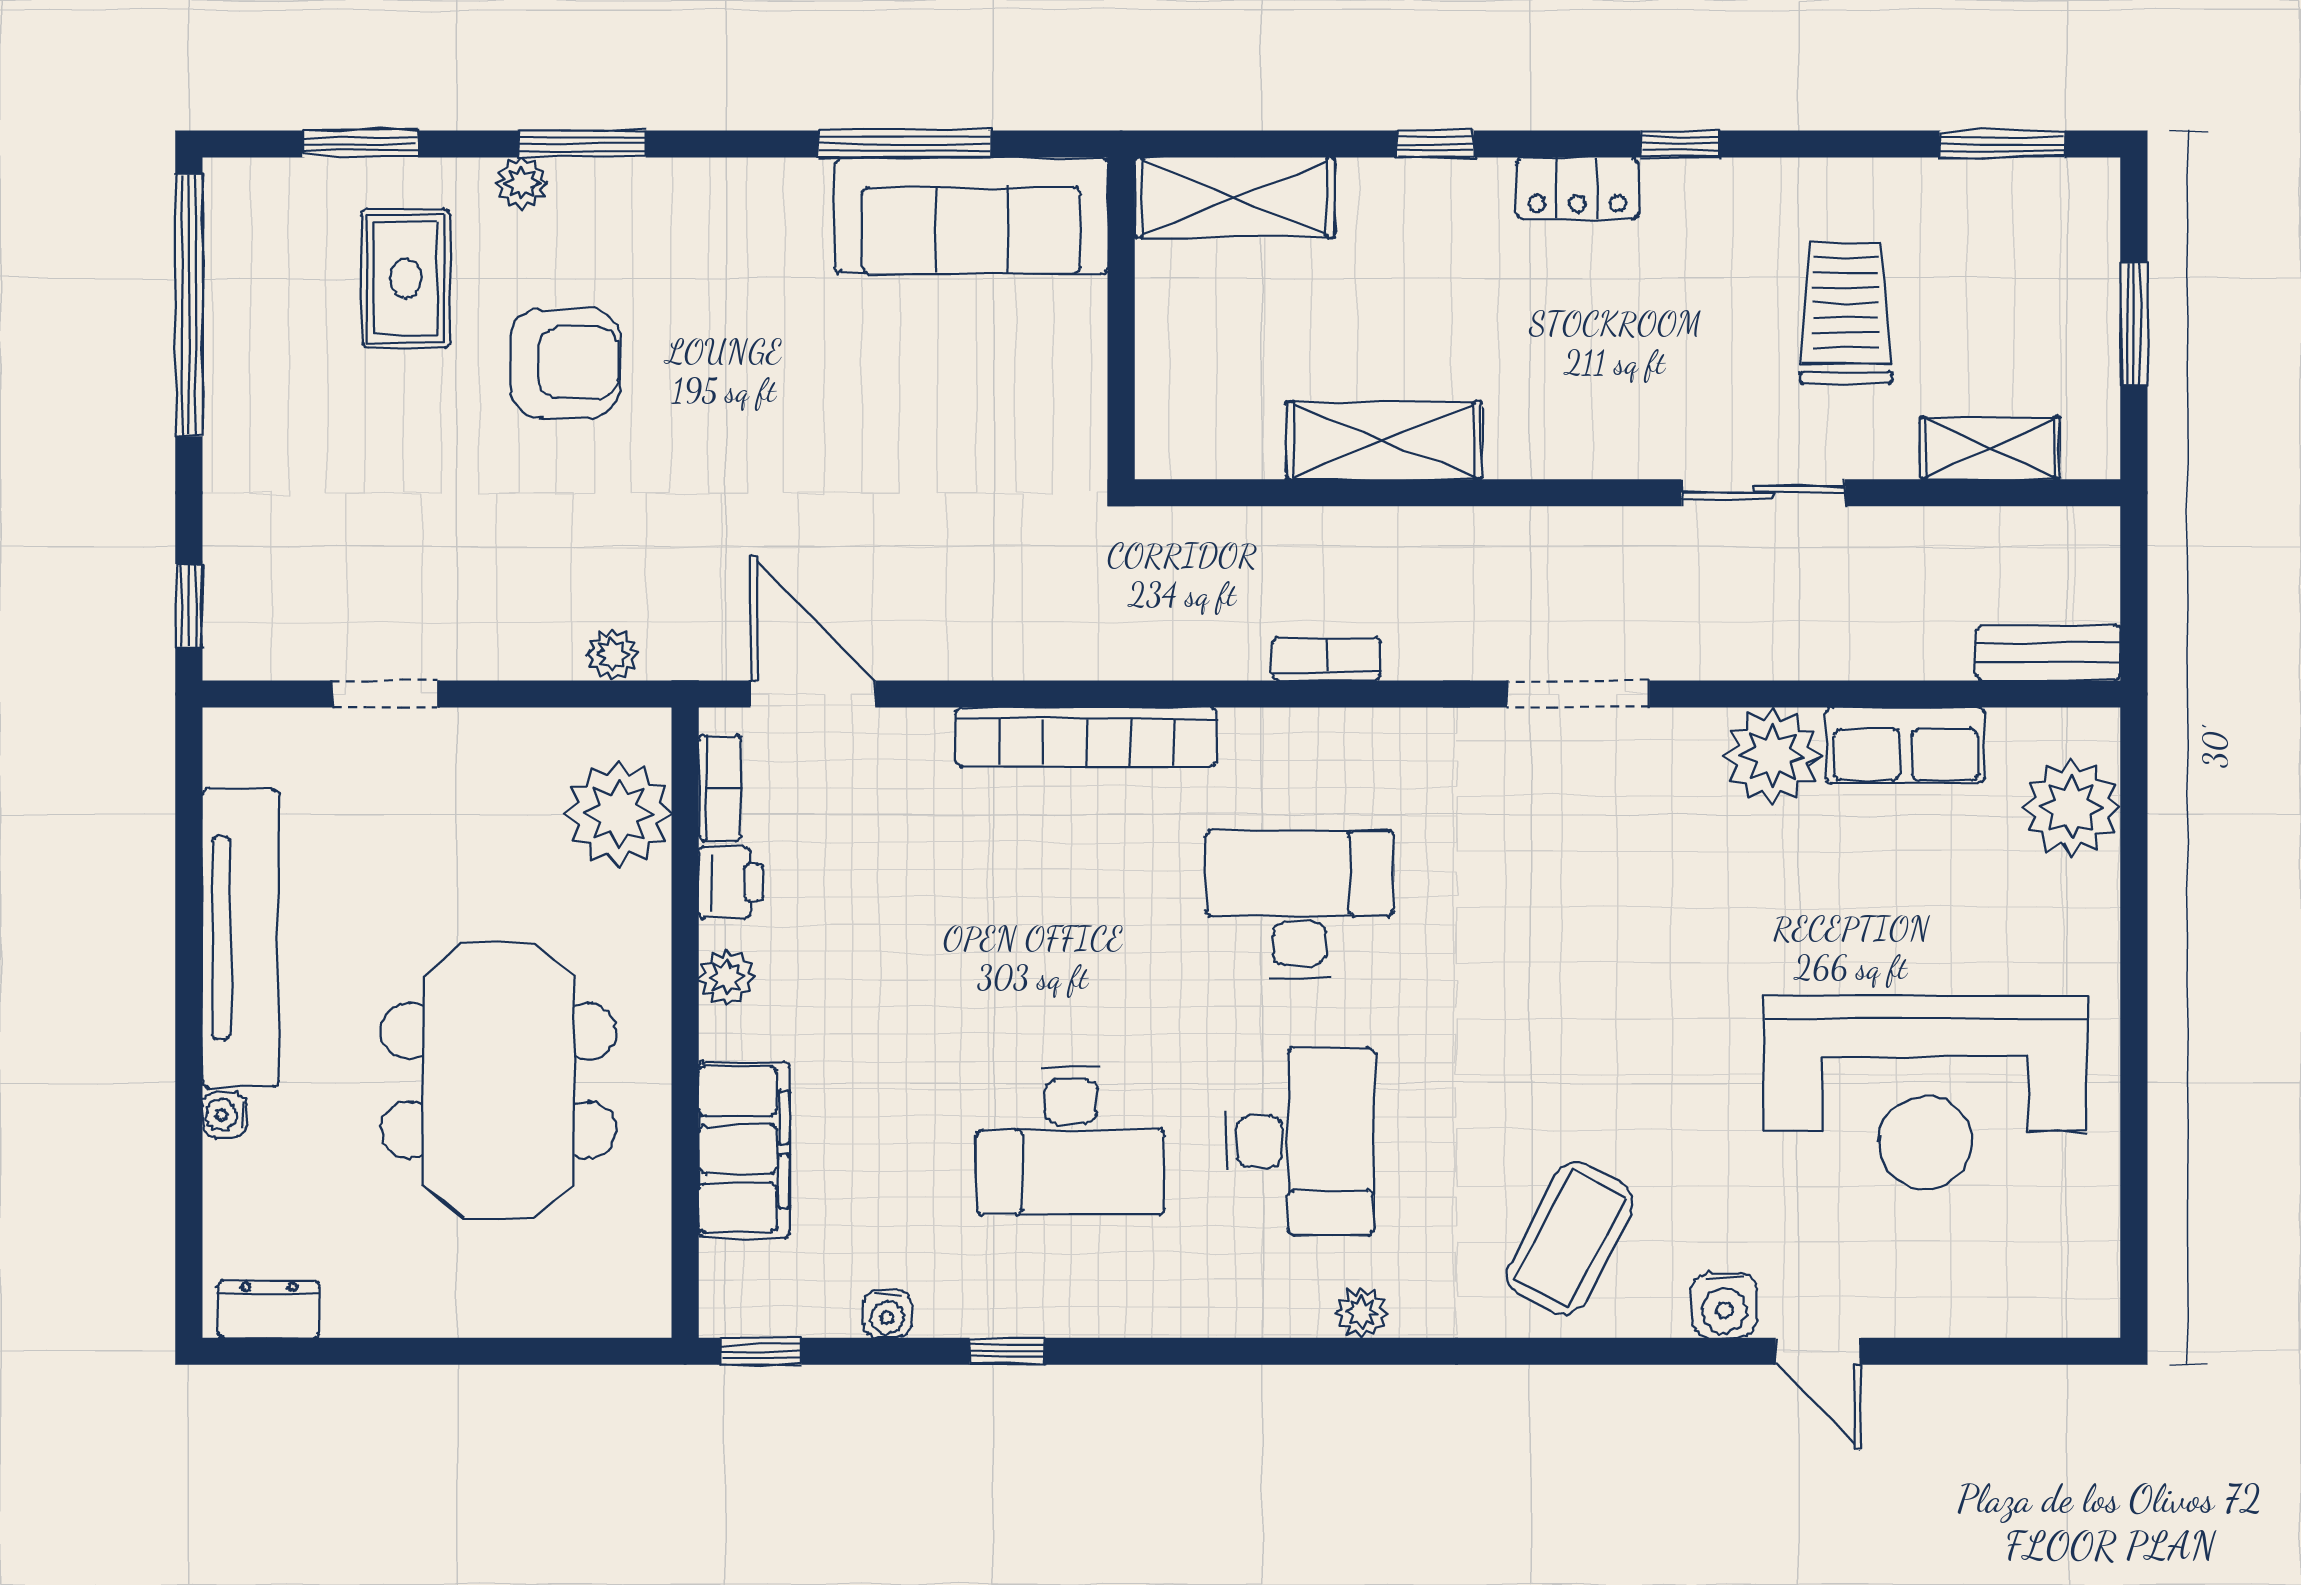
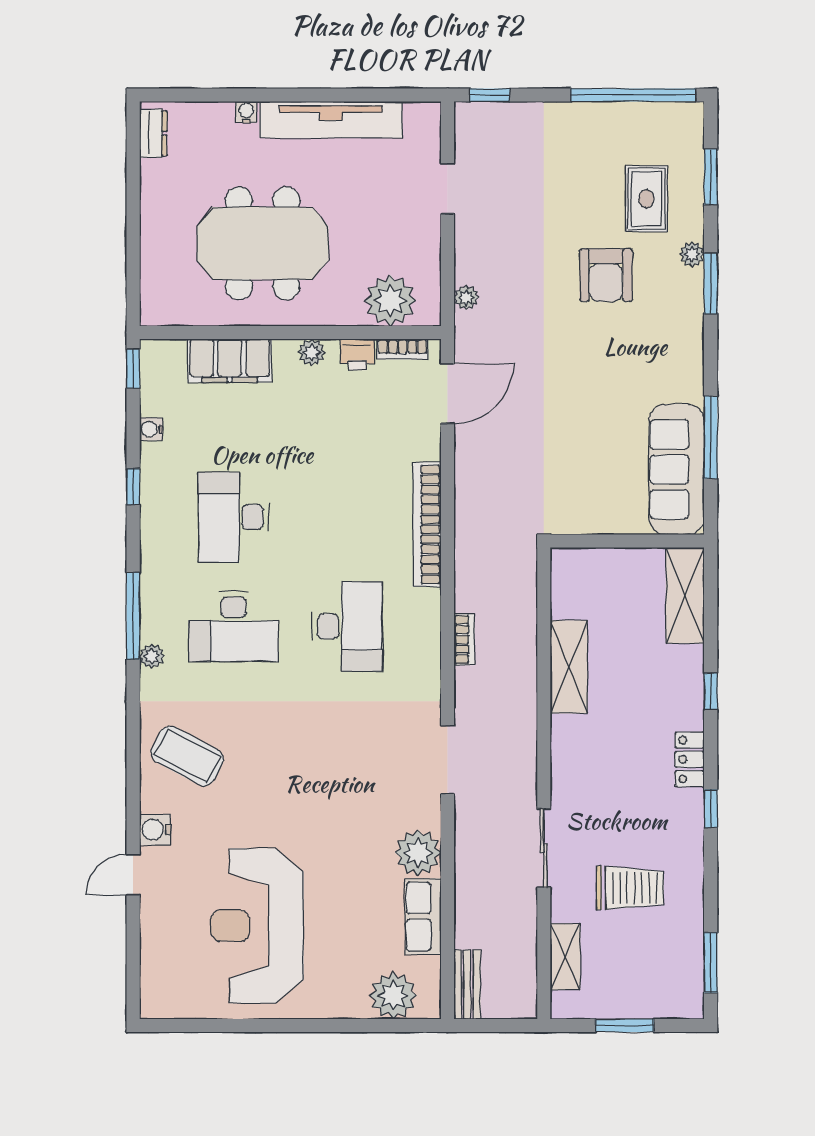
rug: (406, 278) -> (646, 199), turned 90
window: (1277, 1351) -> (133, 616), added

